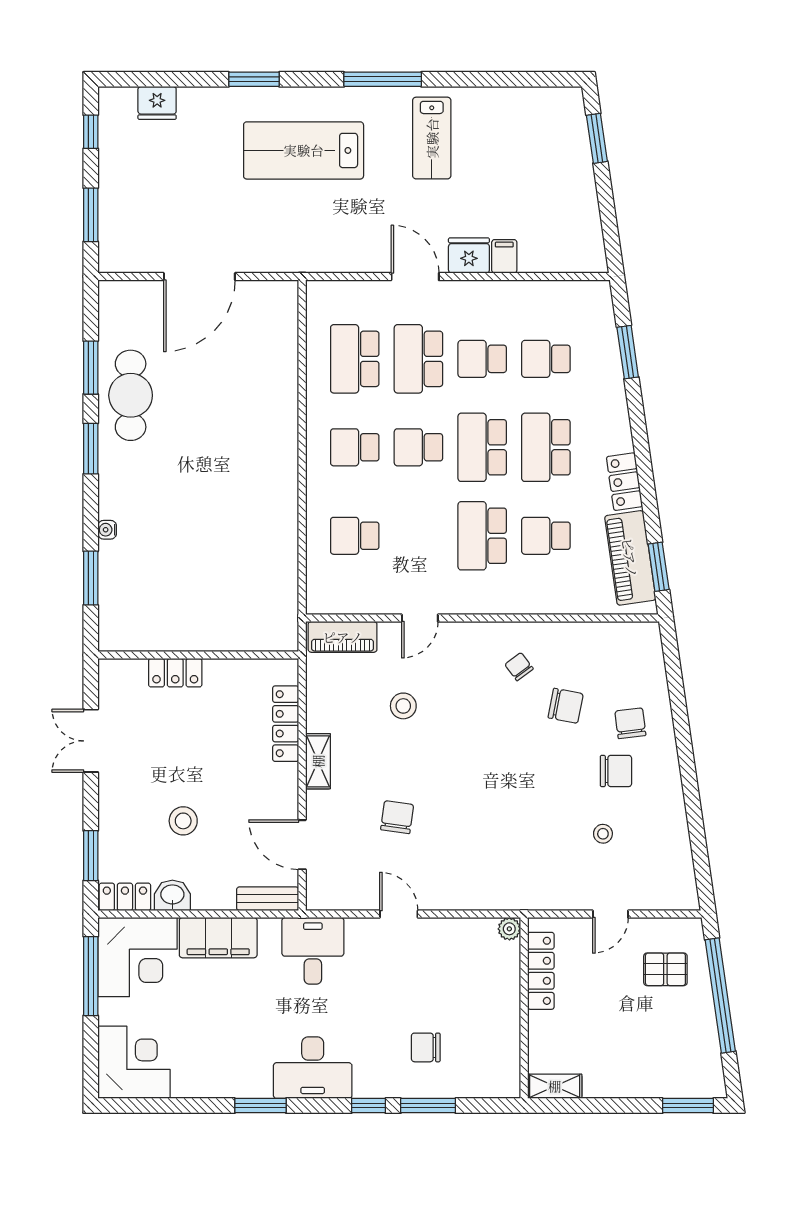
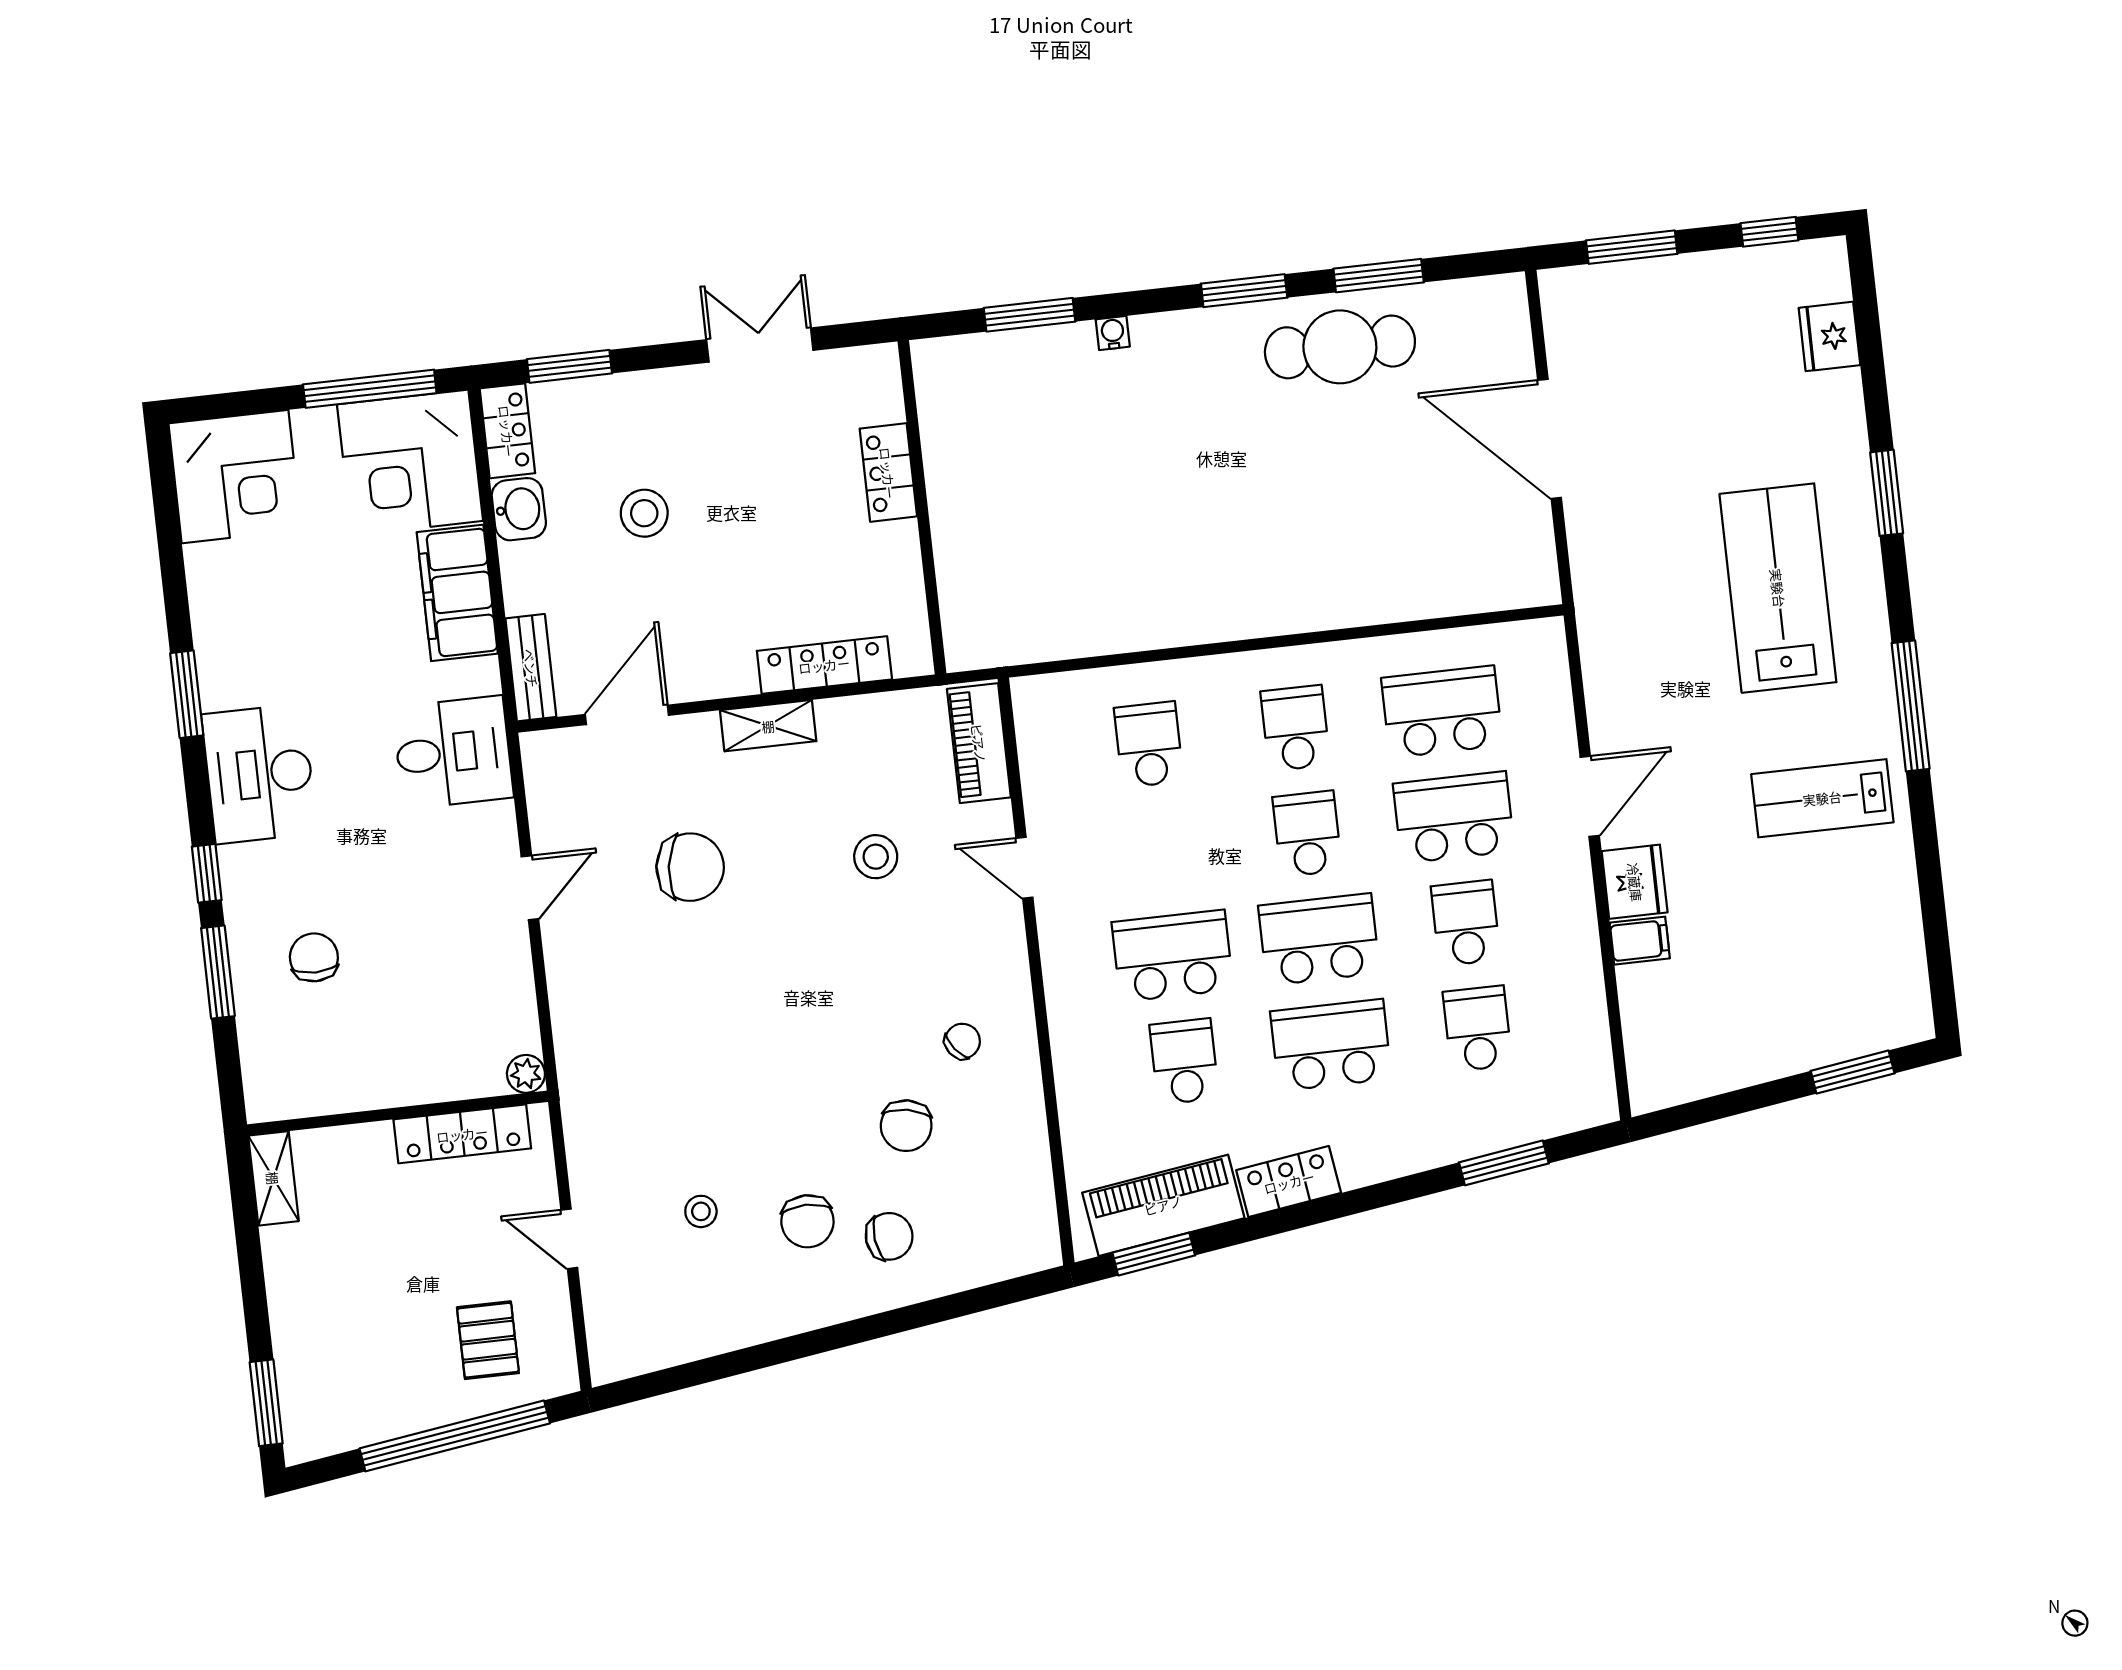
chair: (397, 817) -> (690, 867), width x1.37, depth x1.37

